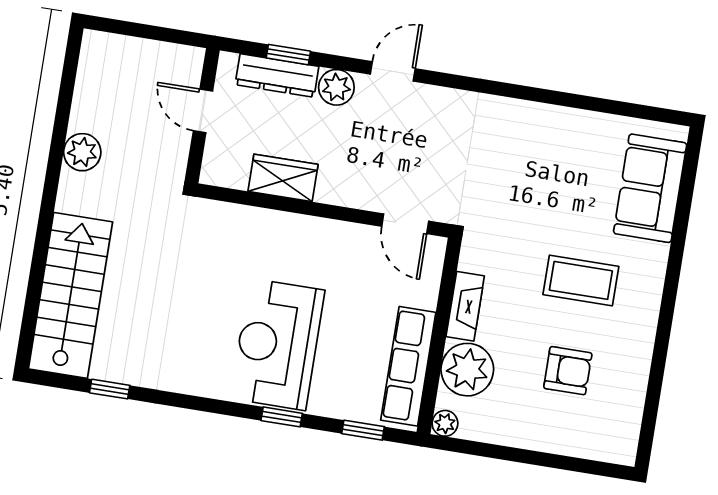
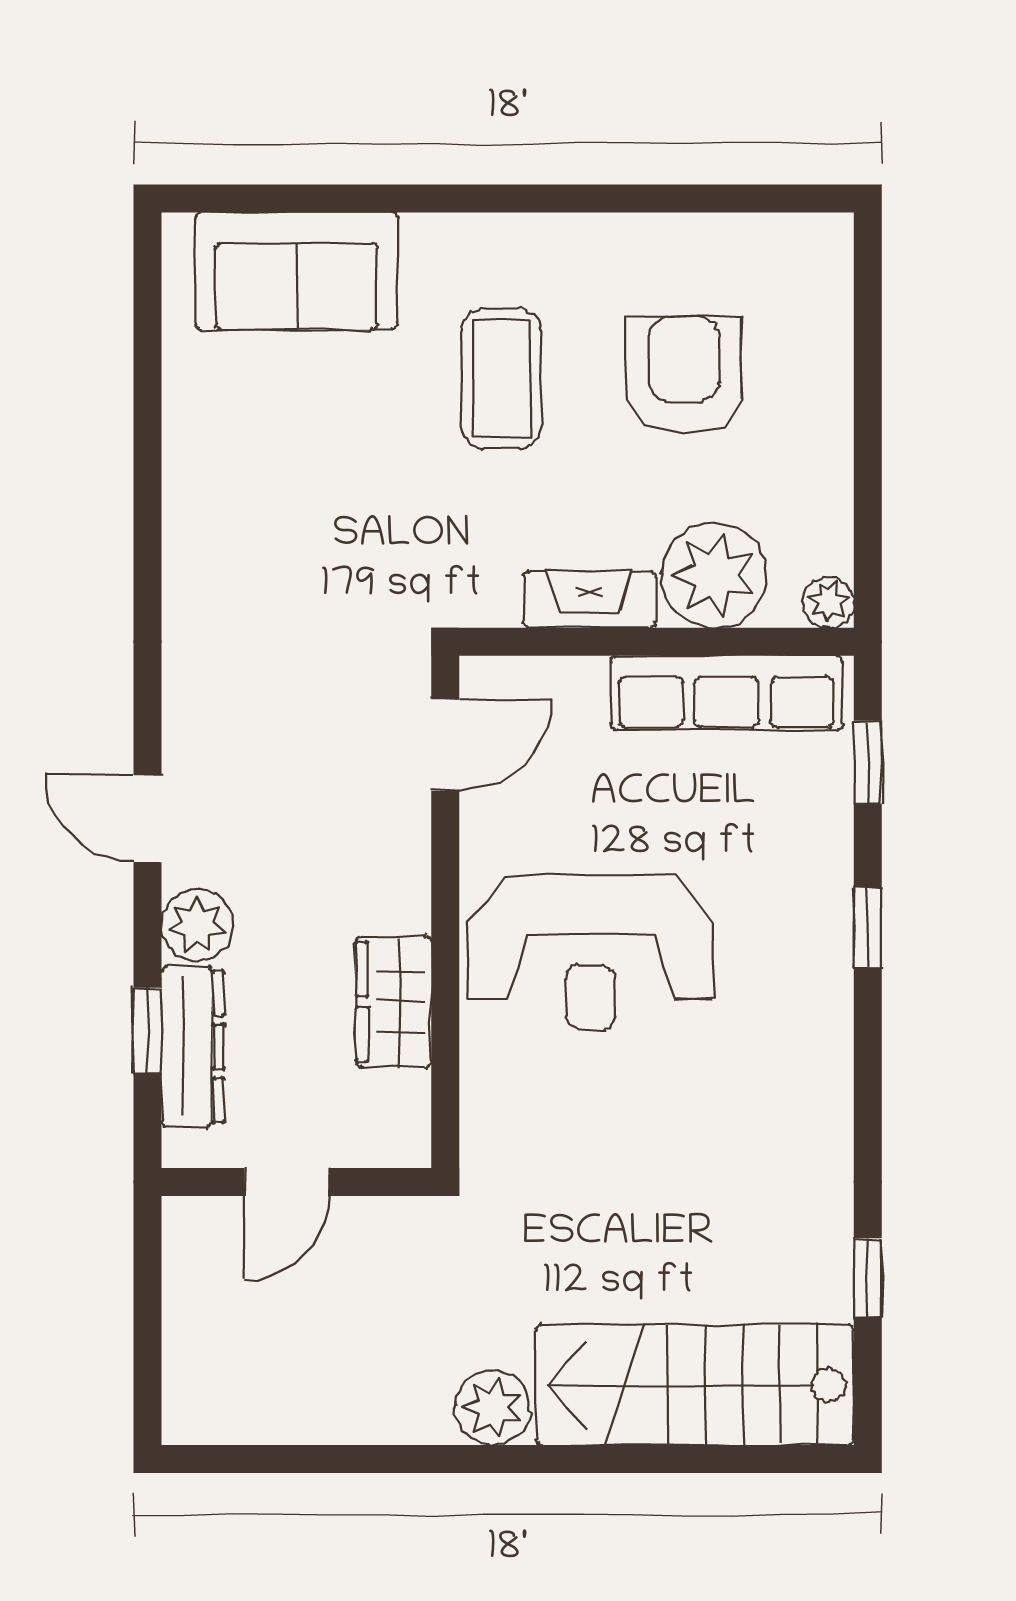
plant: (82, 152) -> (493, 1408), moved
reception desk: (278, 344) -> (591, 953), moved
armchair: (568, 371) -> (684, 376), width x1.38, depth x1.38

